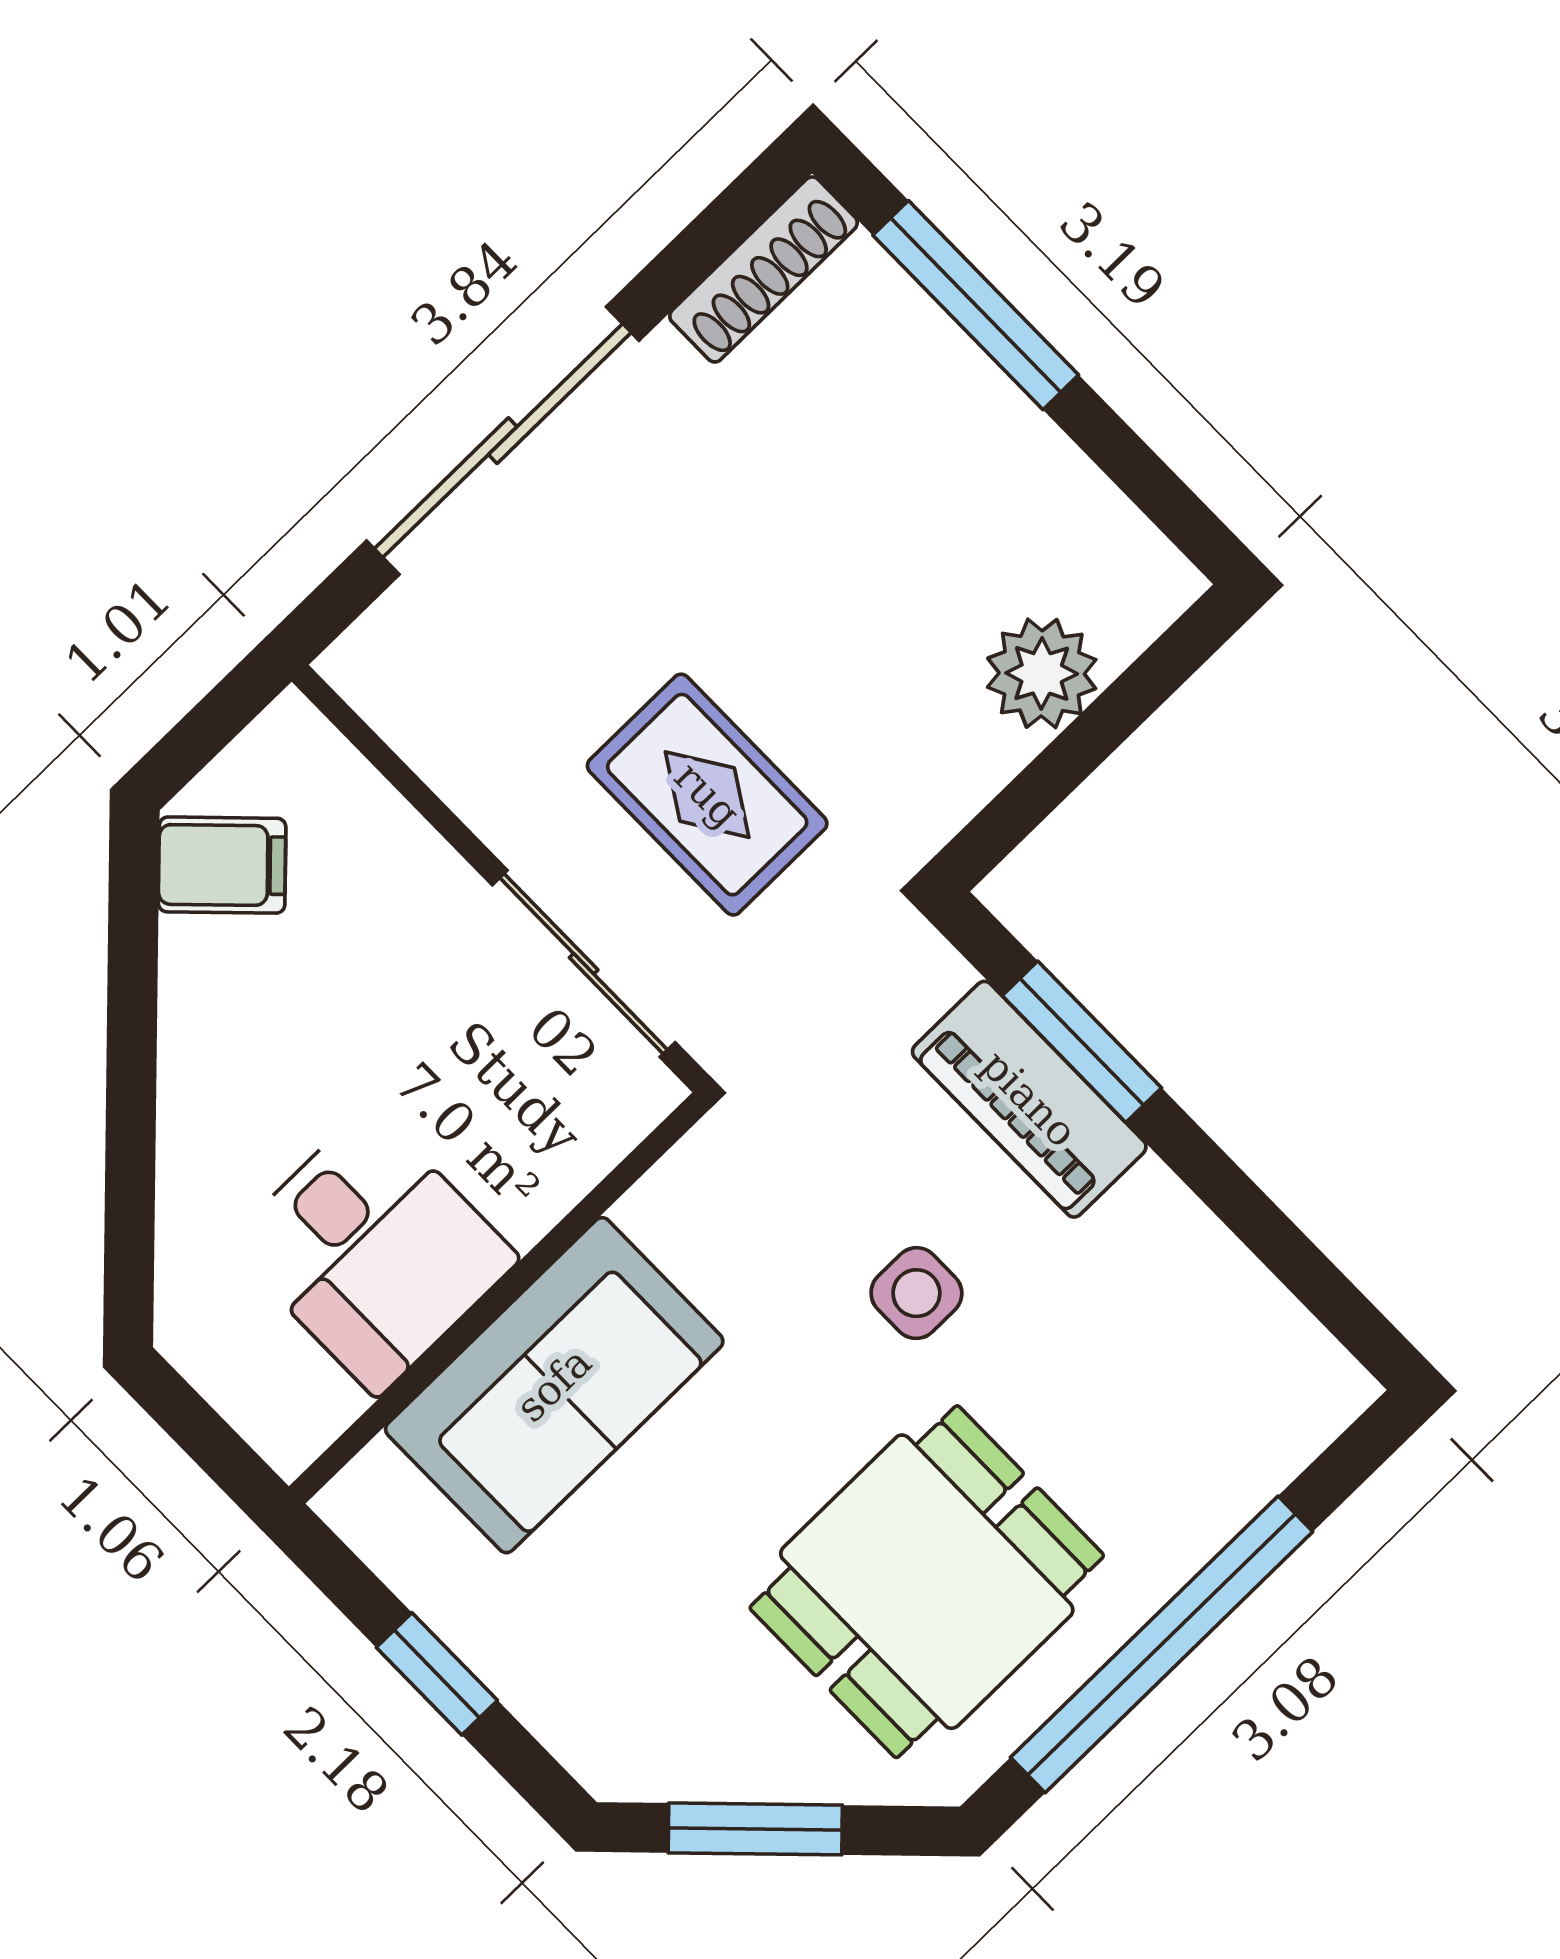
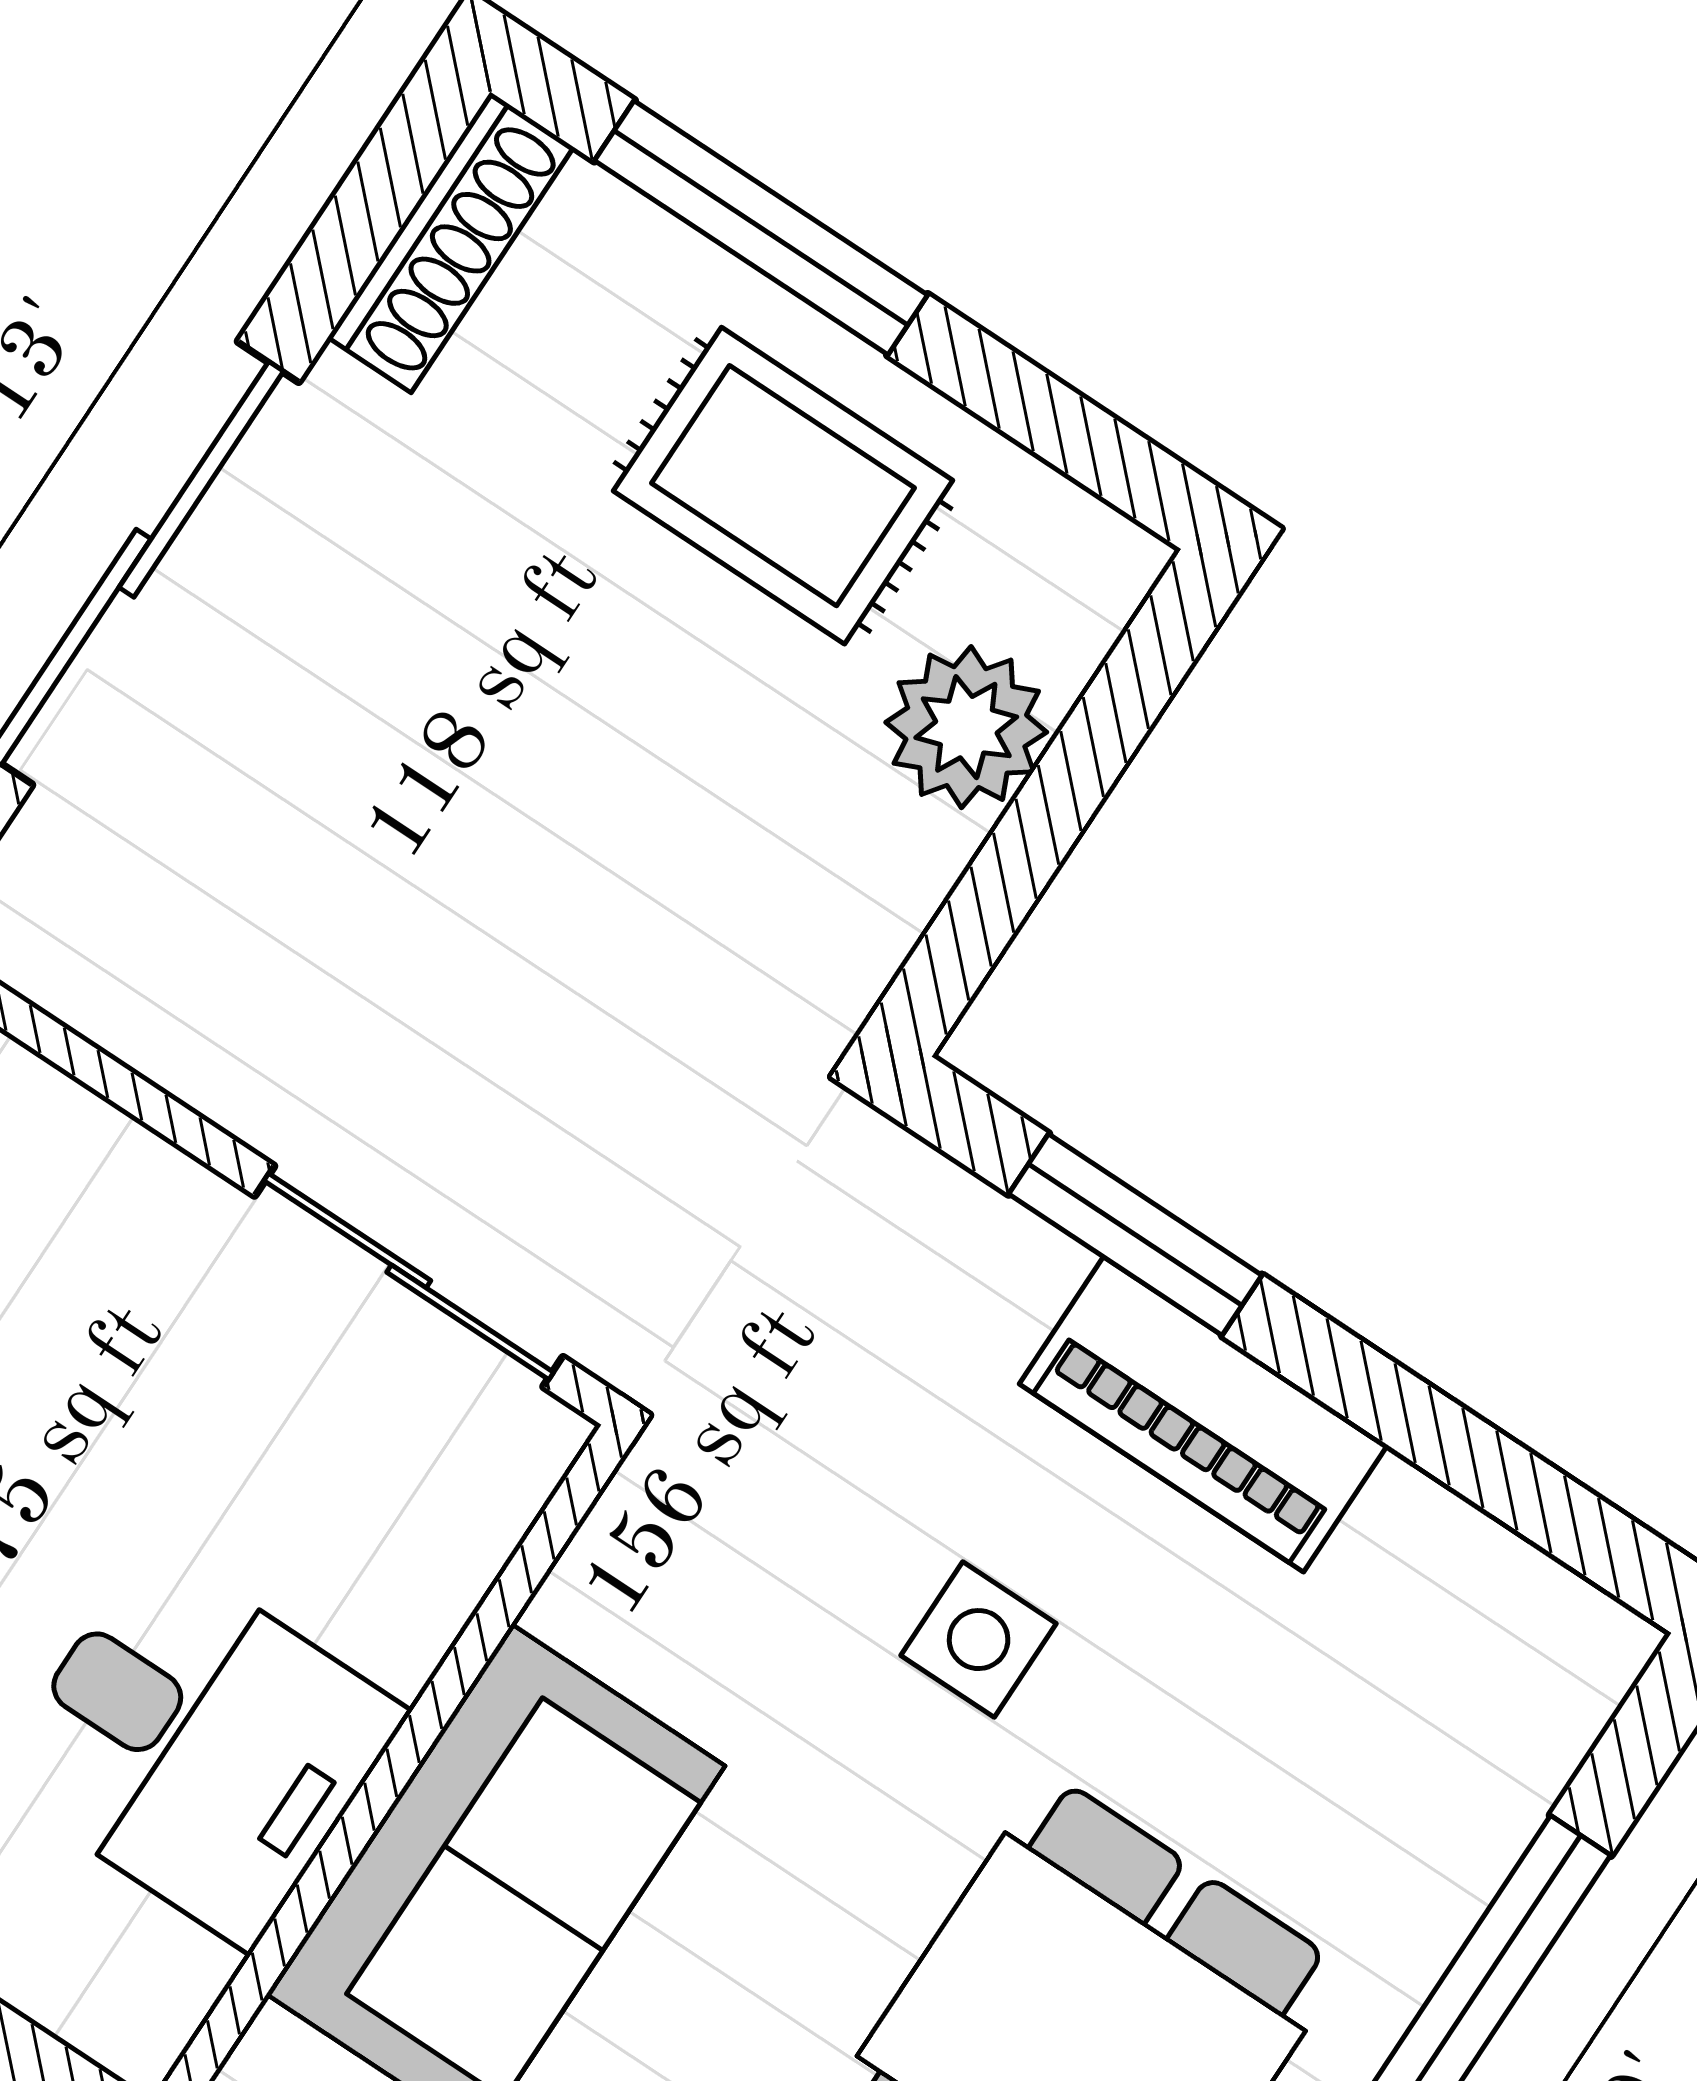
rug: (707, 795) -> (783, 486), moved
piano: (1029, 1099) -> (1204, 1414), moved

